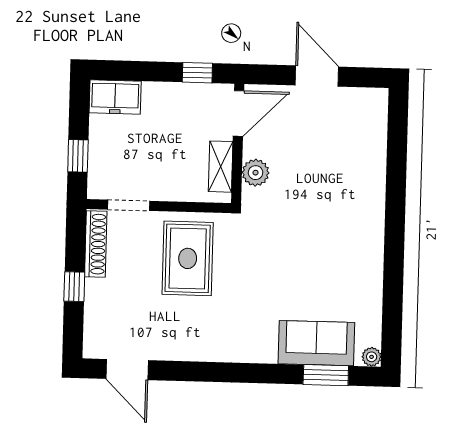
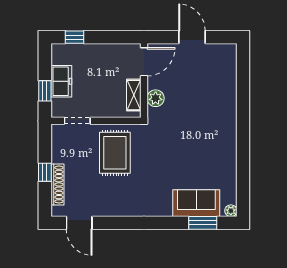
window: (197, 73) -> (74, 37), moved
freezer: (115, 97) -> (61, 81), moved, turned -90
shoe rack: (96, 244) -> (57, 184), moved

